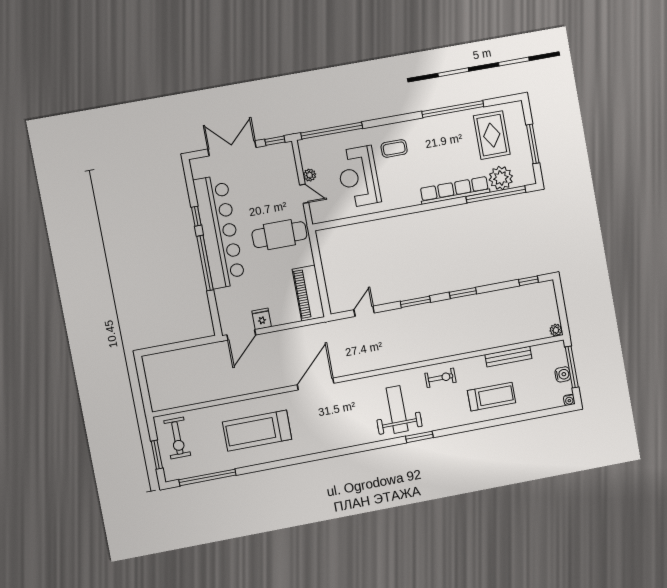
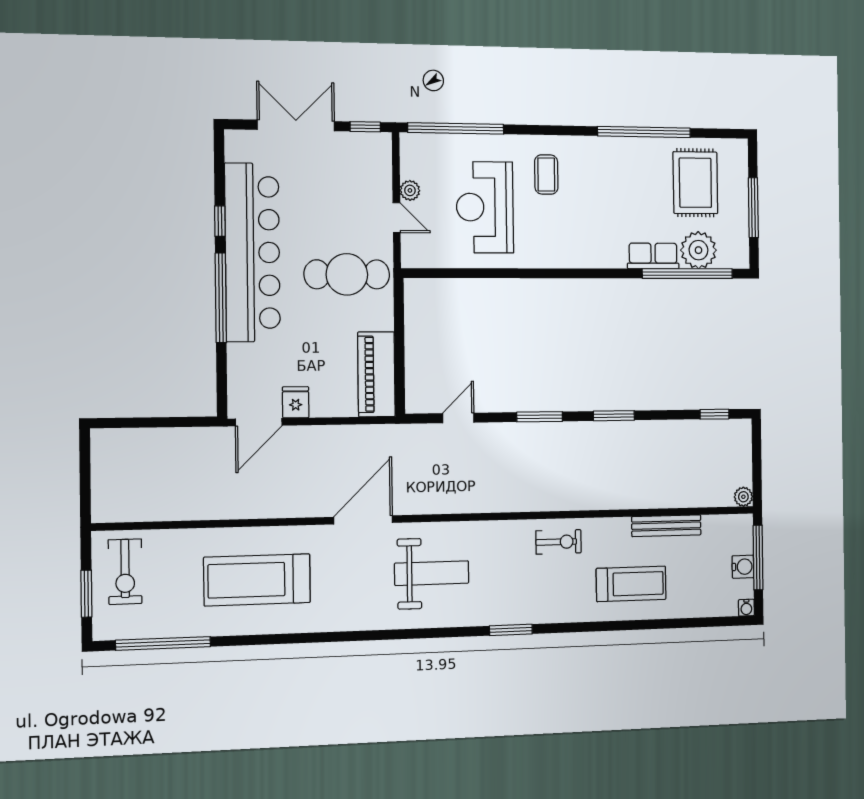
coffee table: (394, 148) -> (546, 174), turned 90
row of seats: (455, 190) -> (653, 256), width x0.50
weight bench: (397, 409) -> (432, 573), moved, turned 90

